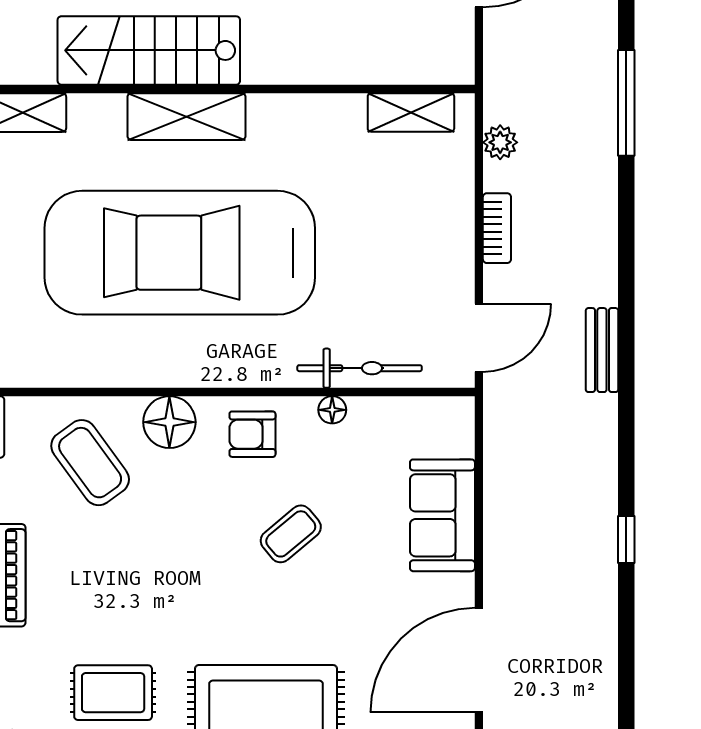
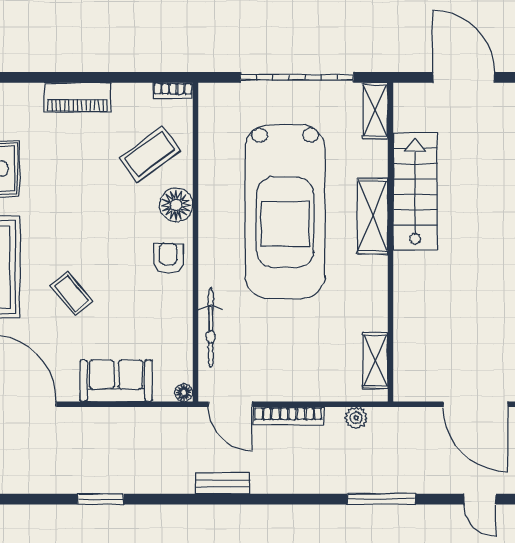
bookcase: (497, 228) -> (288, 416), width x1.56
car: (180, 253) -> (285, 212), turned 180
floor lamp: (332, 410) -> (184, 393), moved
coffee table: (291, 534) -> (71, 293), moved
window: (626, 539) -> (100, 499), width x1.50

